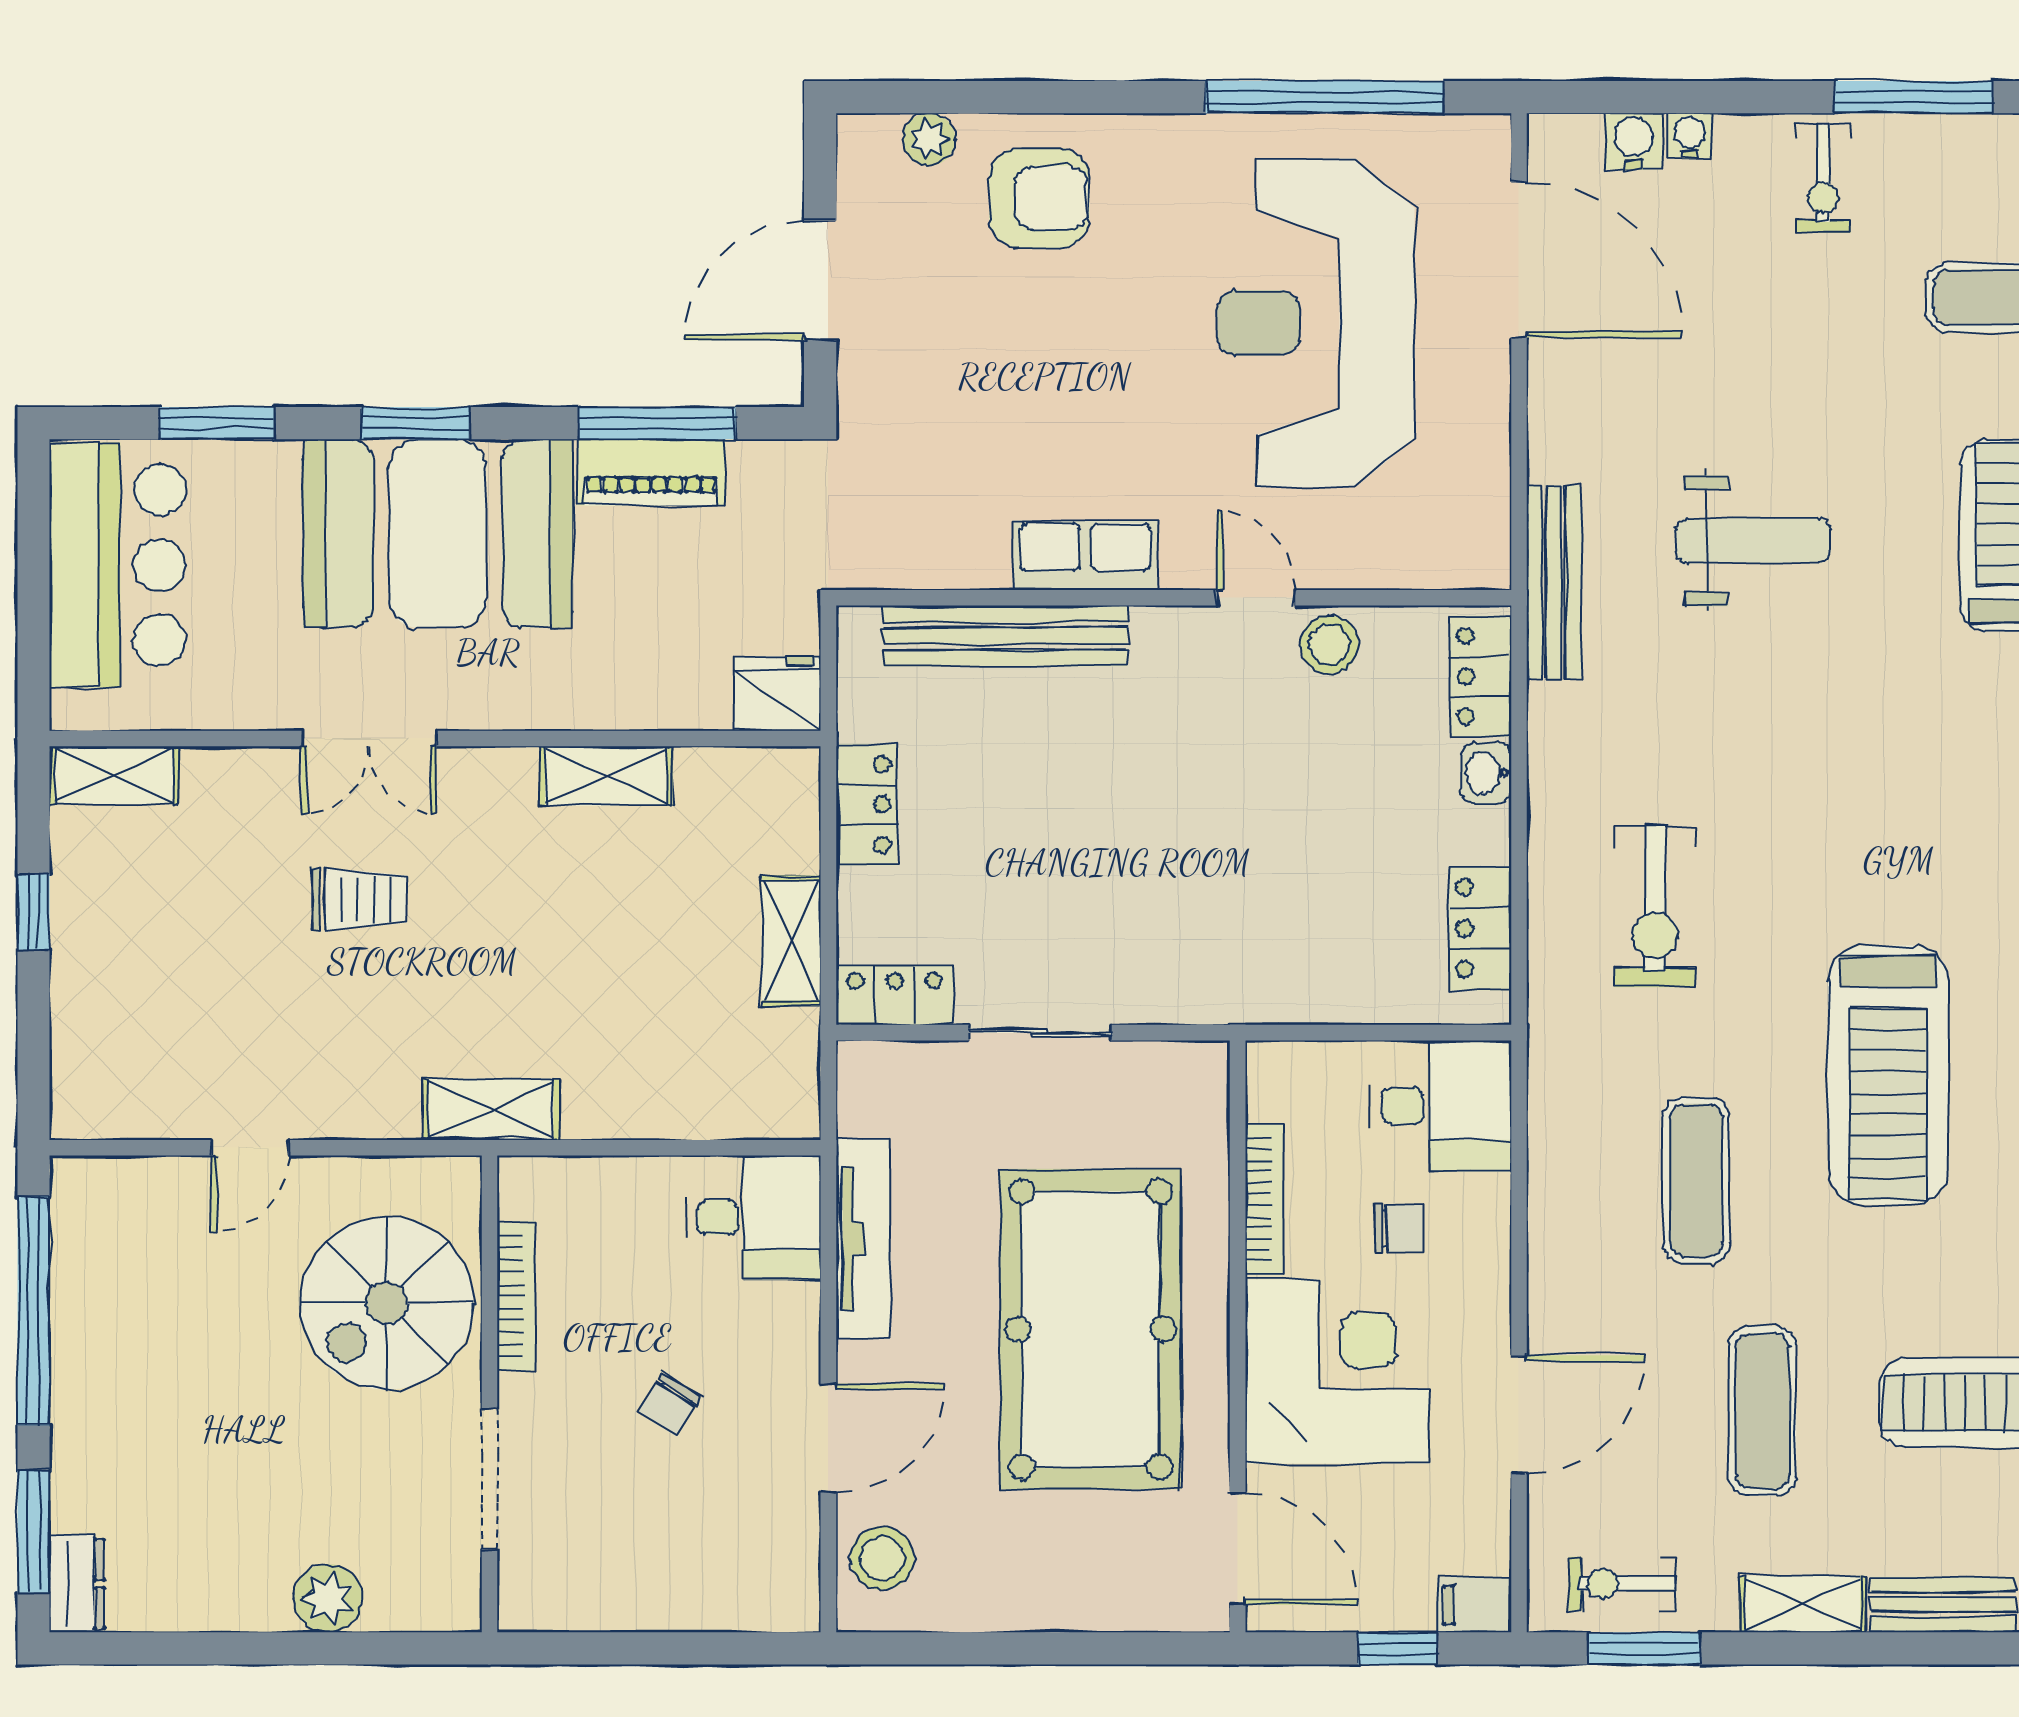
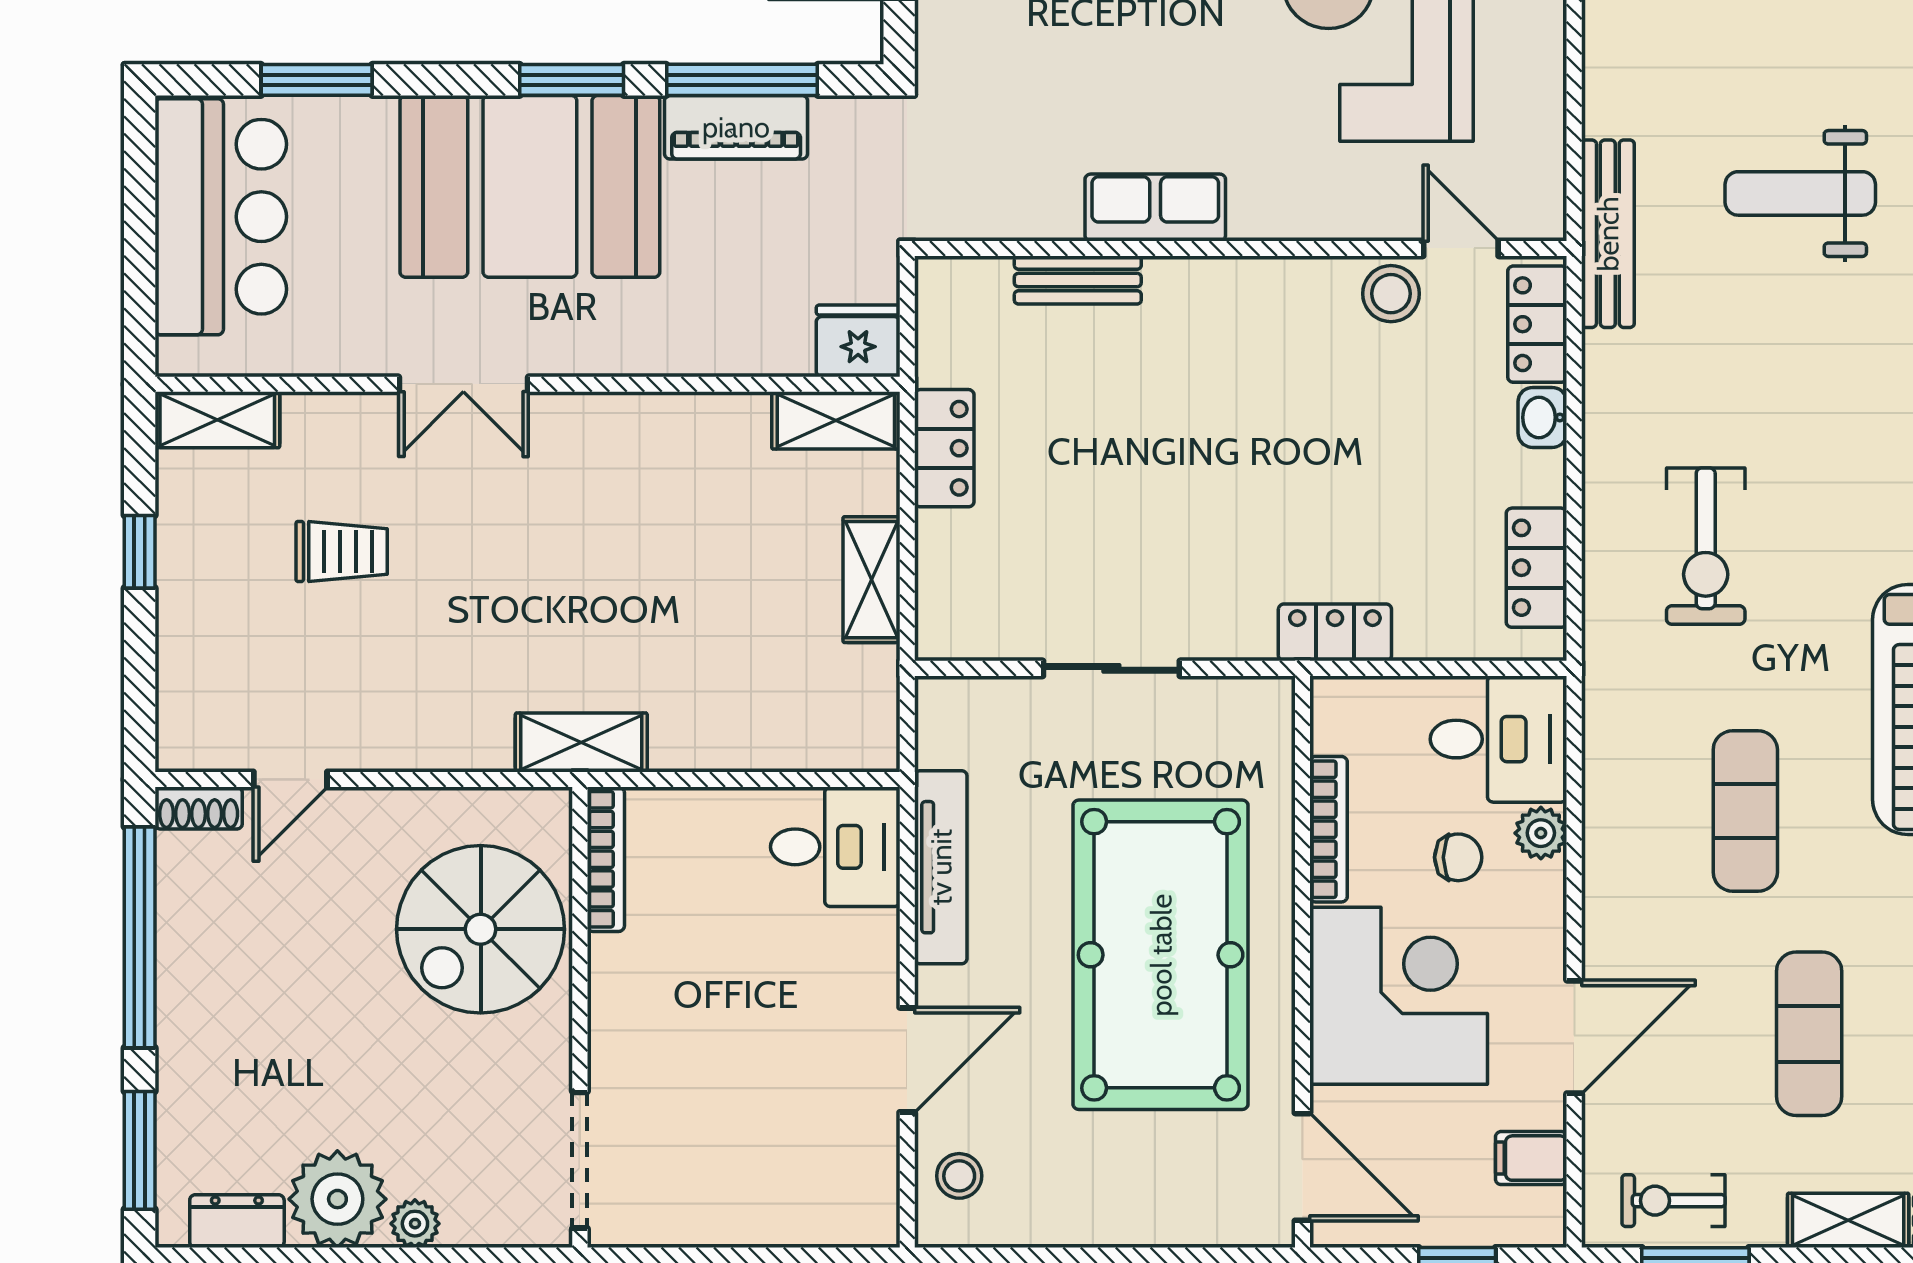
window: (415, 423) -> (572, 80), moved
weight bench: (1753, 541) -> (1800, 193), turned 180
door: (1256, 598) -> (1461, 248), moved
bench: (1005, 636) -> (1078, 280), width x0.54, depth x0.82
shelving: (606, 776) -> (836, 420), moved
trolley: (359, 899) -> (342, 551), moved
locker: (895, 995) -> (1335, 632), moved
door: (250, 1148) -> (290, 780), moved
shoe rack: (95, 1177) -> (199, 808), added
plant: (1484, 1203) -> (1541, 833), added
bookcase: (516, 1296) -> (606, 859), moved
chair: (669, 1405) -> (754, 1028), removed
doorway: (489, 1479) -> (580, 1160), moved
stool: (882, 1558) -> (959, 1176), width x0.73, depth x0.73
plant: (238, 1582) -> (337, 1199), added
dresser: (77, 1584) -> (237, 1221), moved, turned -90
plant: (328, 1598) -> (415, 1224), width x0.73, depth x0.73
filing cabinet: (1474, 1605) -> (1531, 1158), moved

